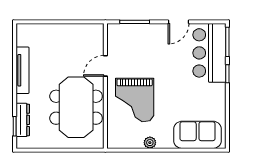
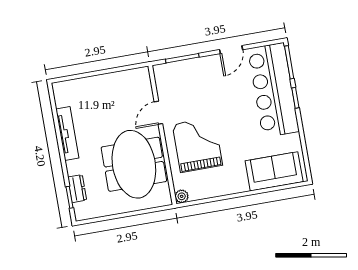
bar counter: (209, 53) -> (273, 90), width x1.36
grand piano: (135, 100) -> (197, 145), turned 180
dresser: (23, 120) -> (77, 189), width x0.70
plant: (150, 143) -> (182, 196), moved

